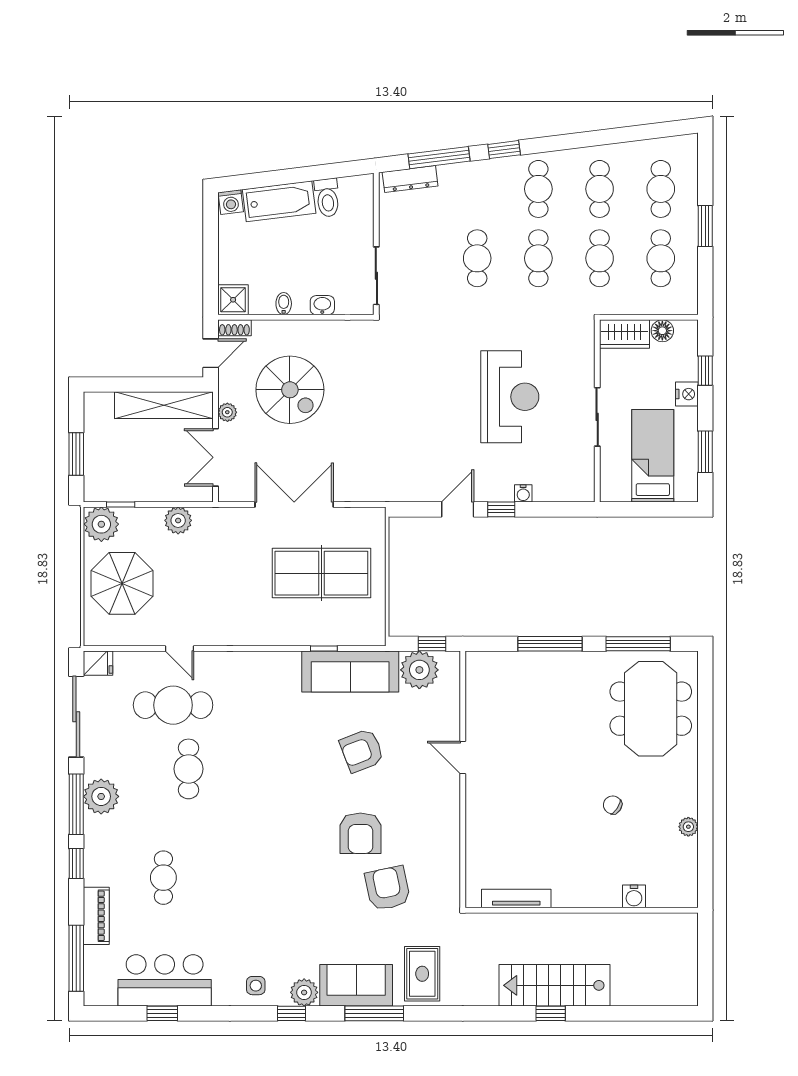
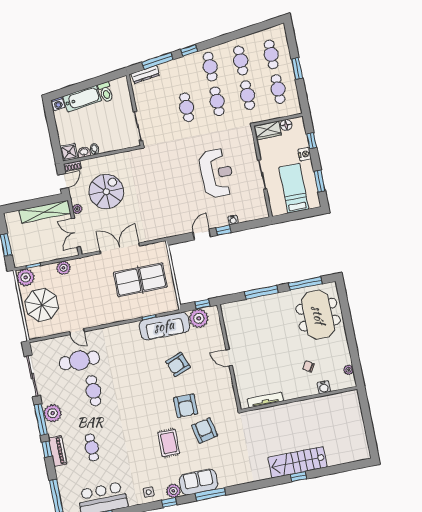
washbasin: (322, 305) -> (84, 152), moved
spiral stairs: (290, 390) -> (106, 192), turned -90
fridge: (98, 663) -> (38, 347), removed
water cooler: (634, 896) -> (324, 387), moved
tv unit: (516, 898) -> (265, 400), moved
wall: (582, 910) -> (299, 399), moved
piano: (96, 916) -> (58, 451), moved
rug: (422, 974) -> (169, 443), moved

